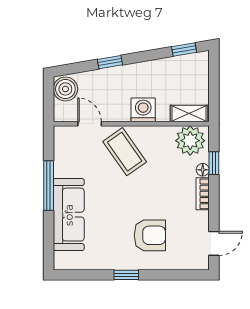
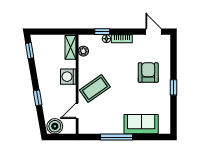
plant: (190, 141) -> (83, 51), width x0.53, depth x0.53
sofa: (69, 215) -> (141, 124), width x0.73

